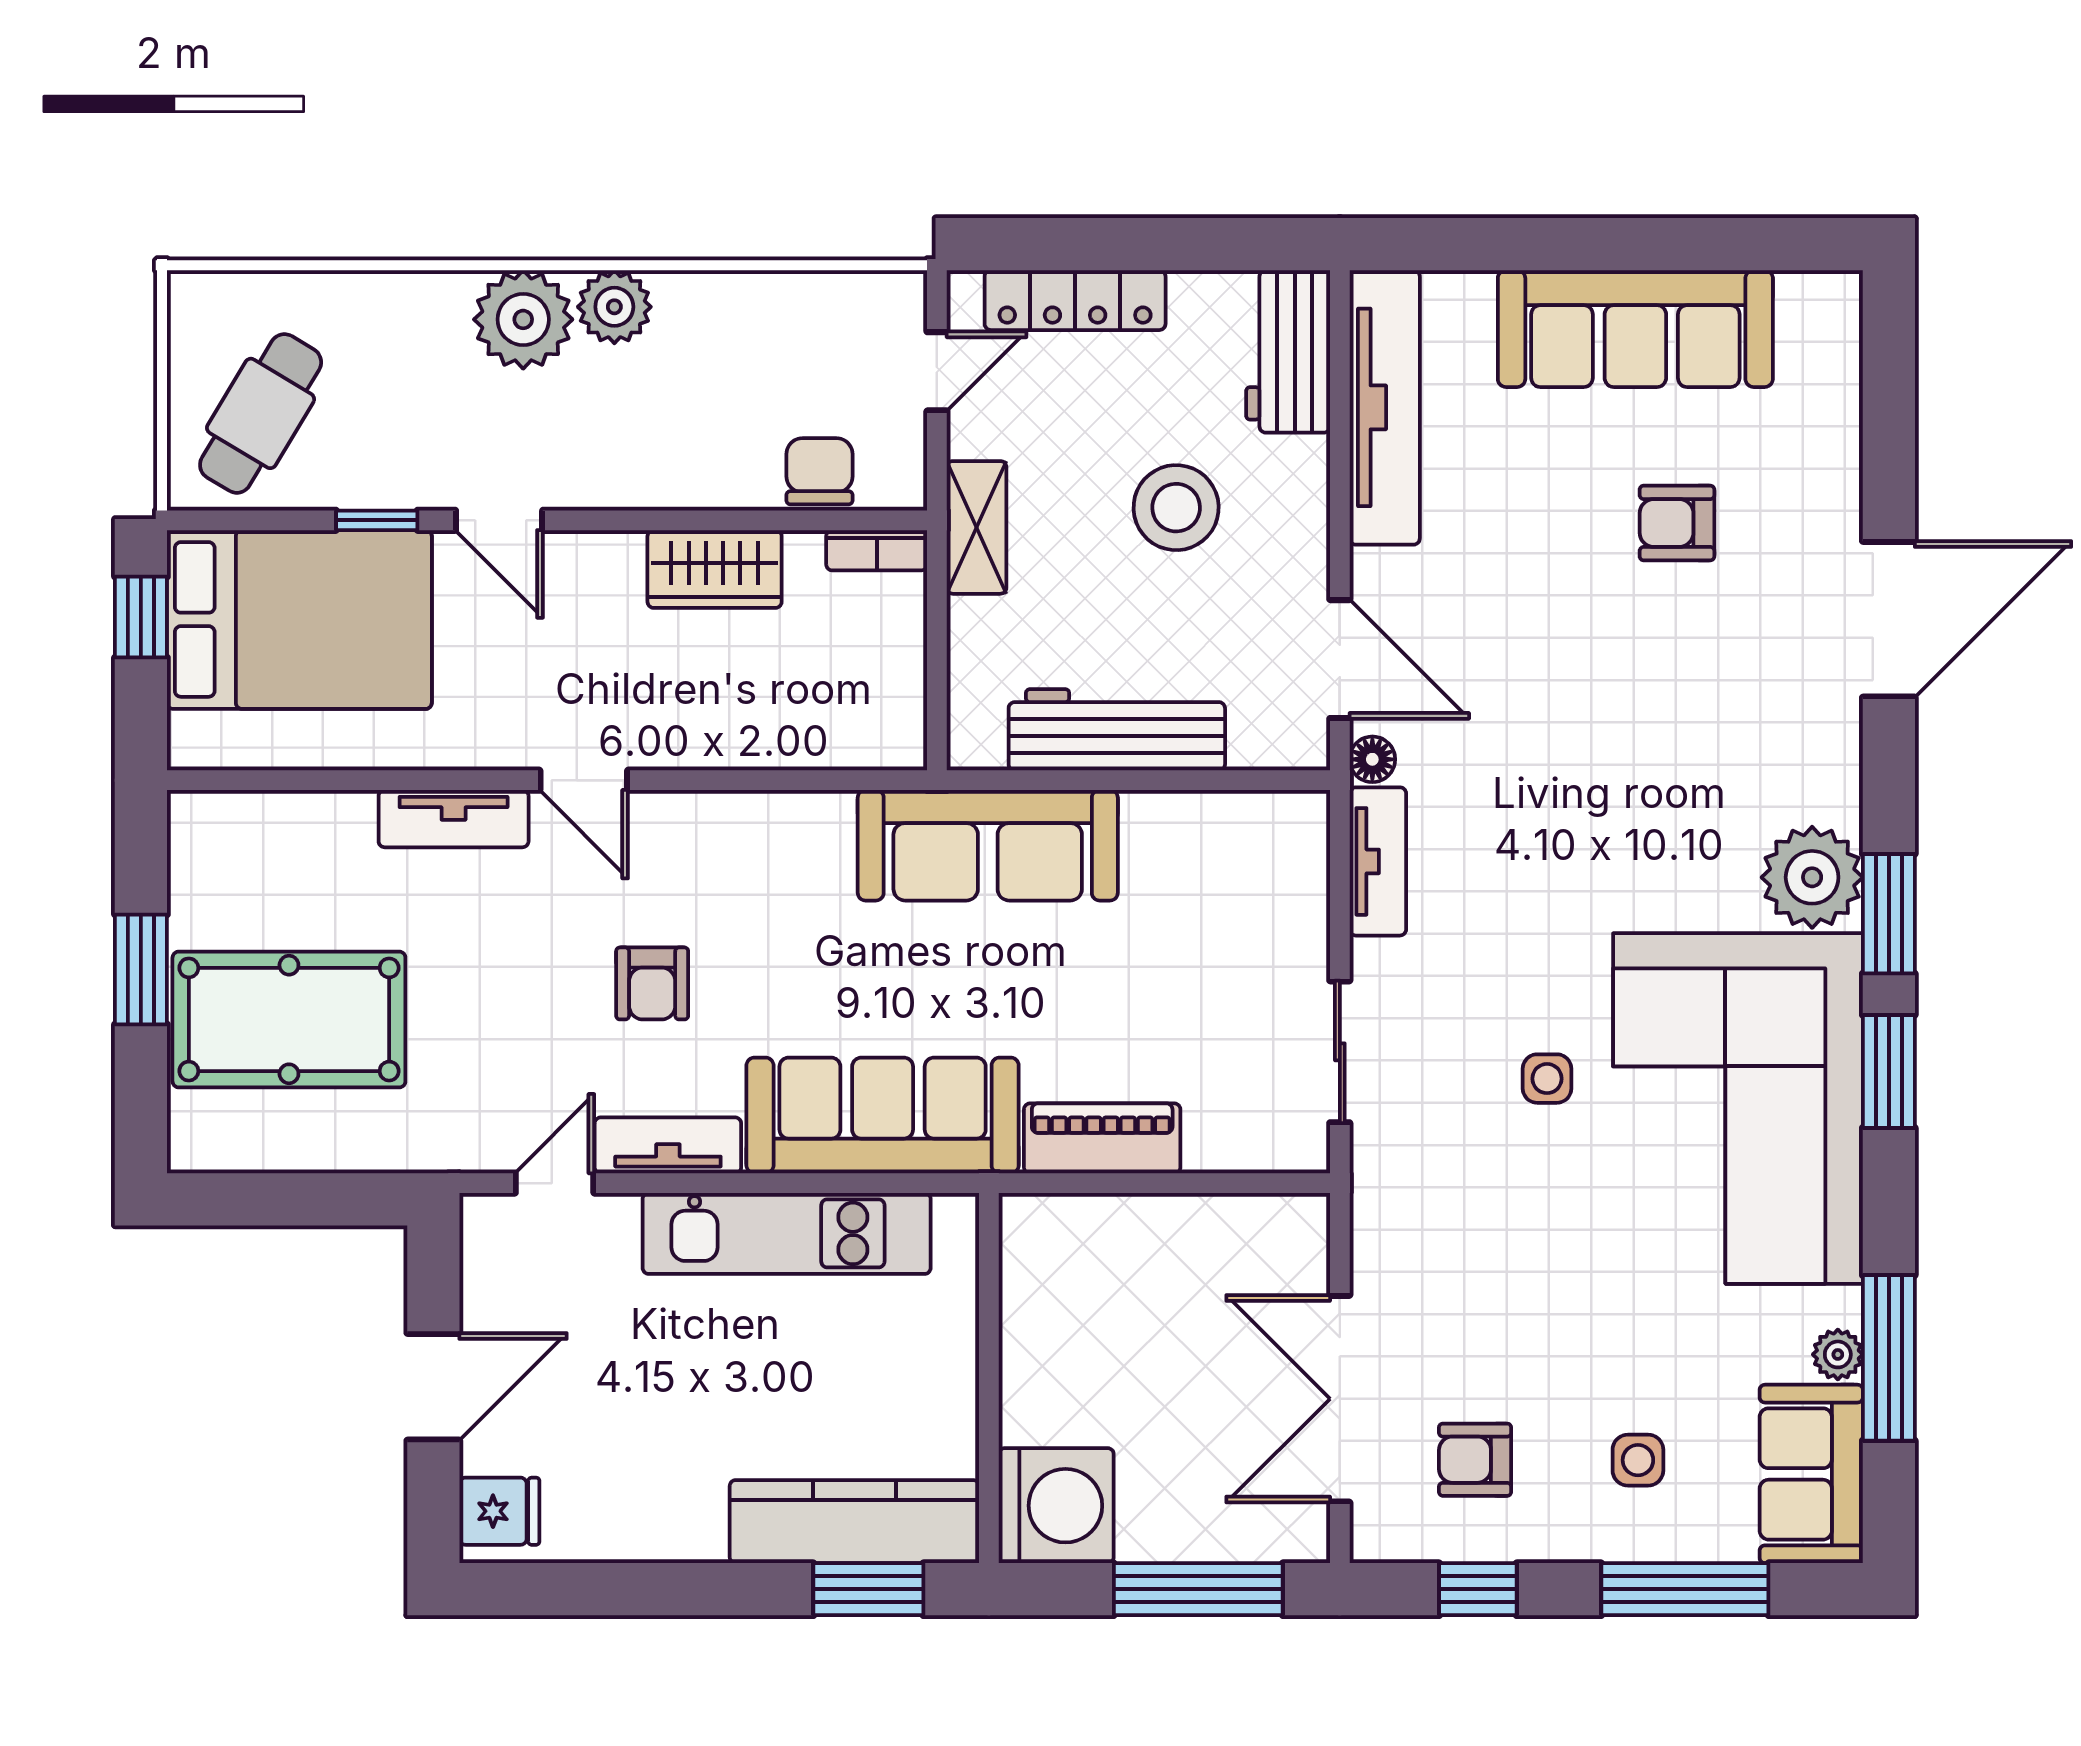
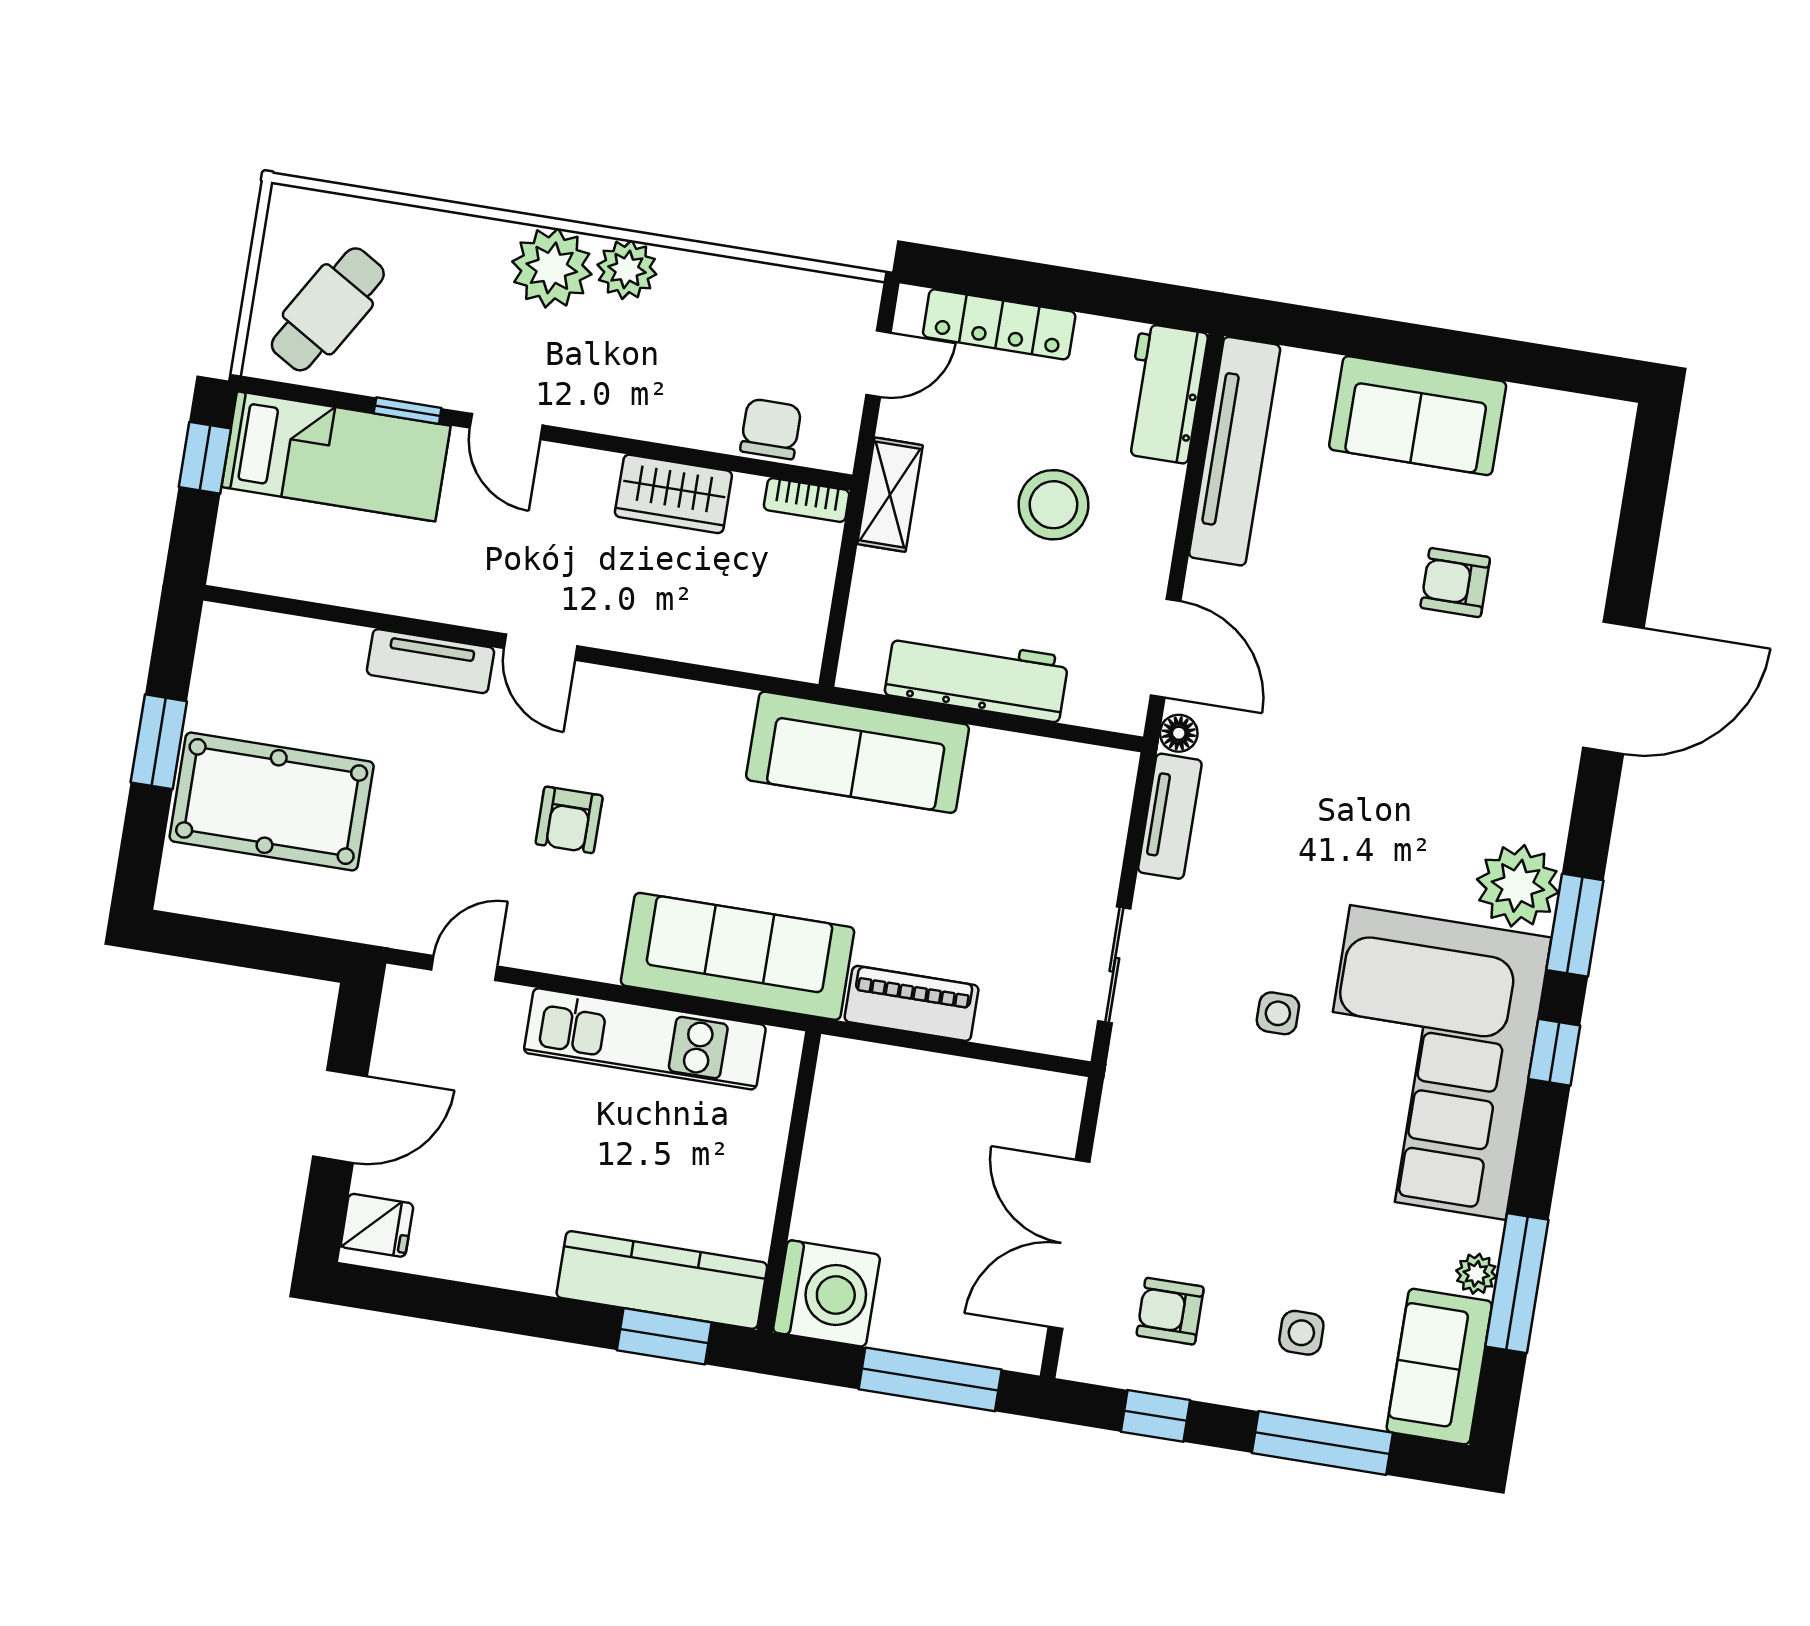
sofa: (1635, 329) -> (1418, 416), width x0.73
bed: (299, 619) -> (336, 456), width x0.67
window: (1889, 1071) -> (1554, 1052), width x0.67
tv unit: (668, 1145) -> (561, 952), removed

